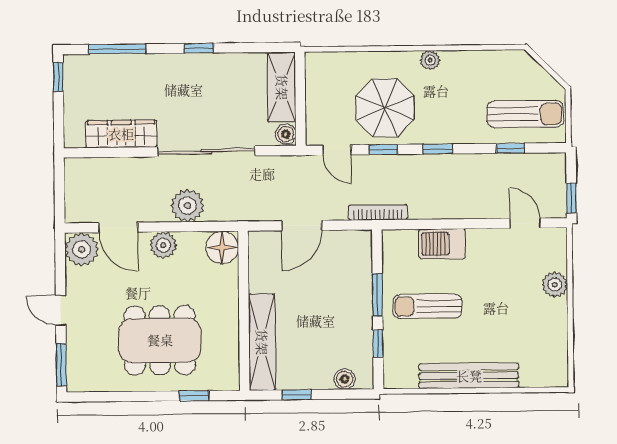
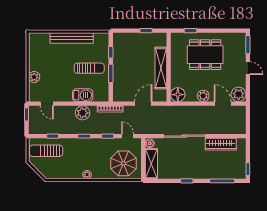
parasol: (385, 108) -> (123, 163), moved
plant: (187, 205) -> (83, 113), moved
shelving: (262, 342) -> (161, 68), moved
boiler: (345, 379) -> (125, 37), removed

